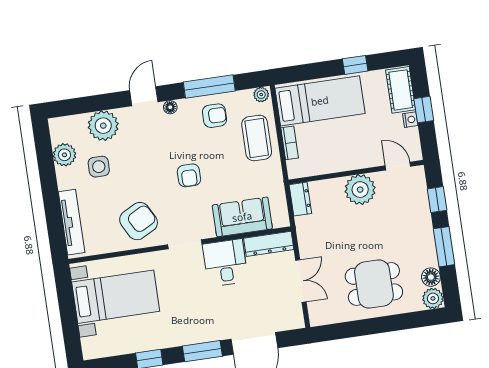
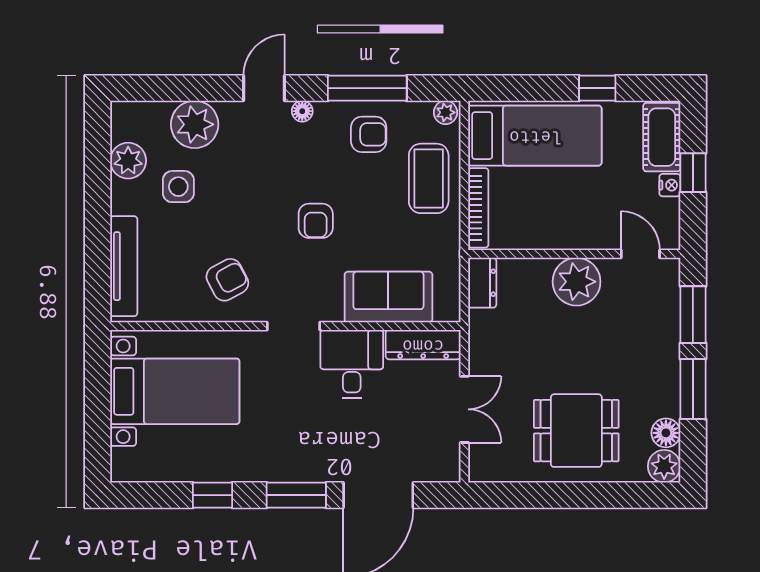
bookcase: (290, 143) -> (478, 208), width x1.56
window: (437, 200) -> (693, 315), width x1.50
armchair: (139, 221) -> (227, 280), width x0.72, depth x0.72

